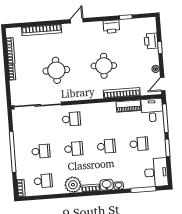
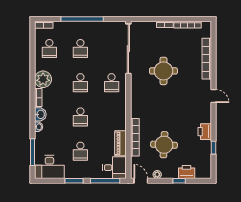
round table: (104, 66) -> (164, 145), moved

